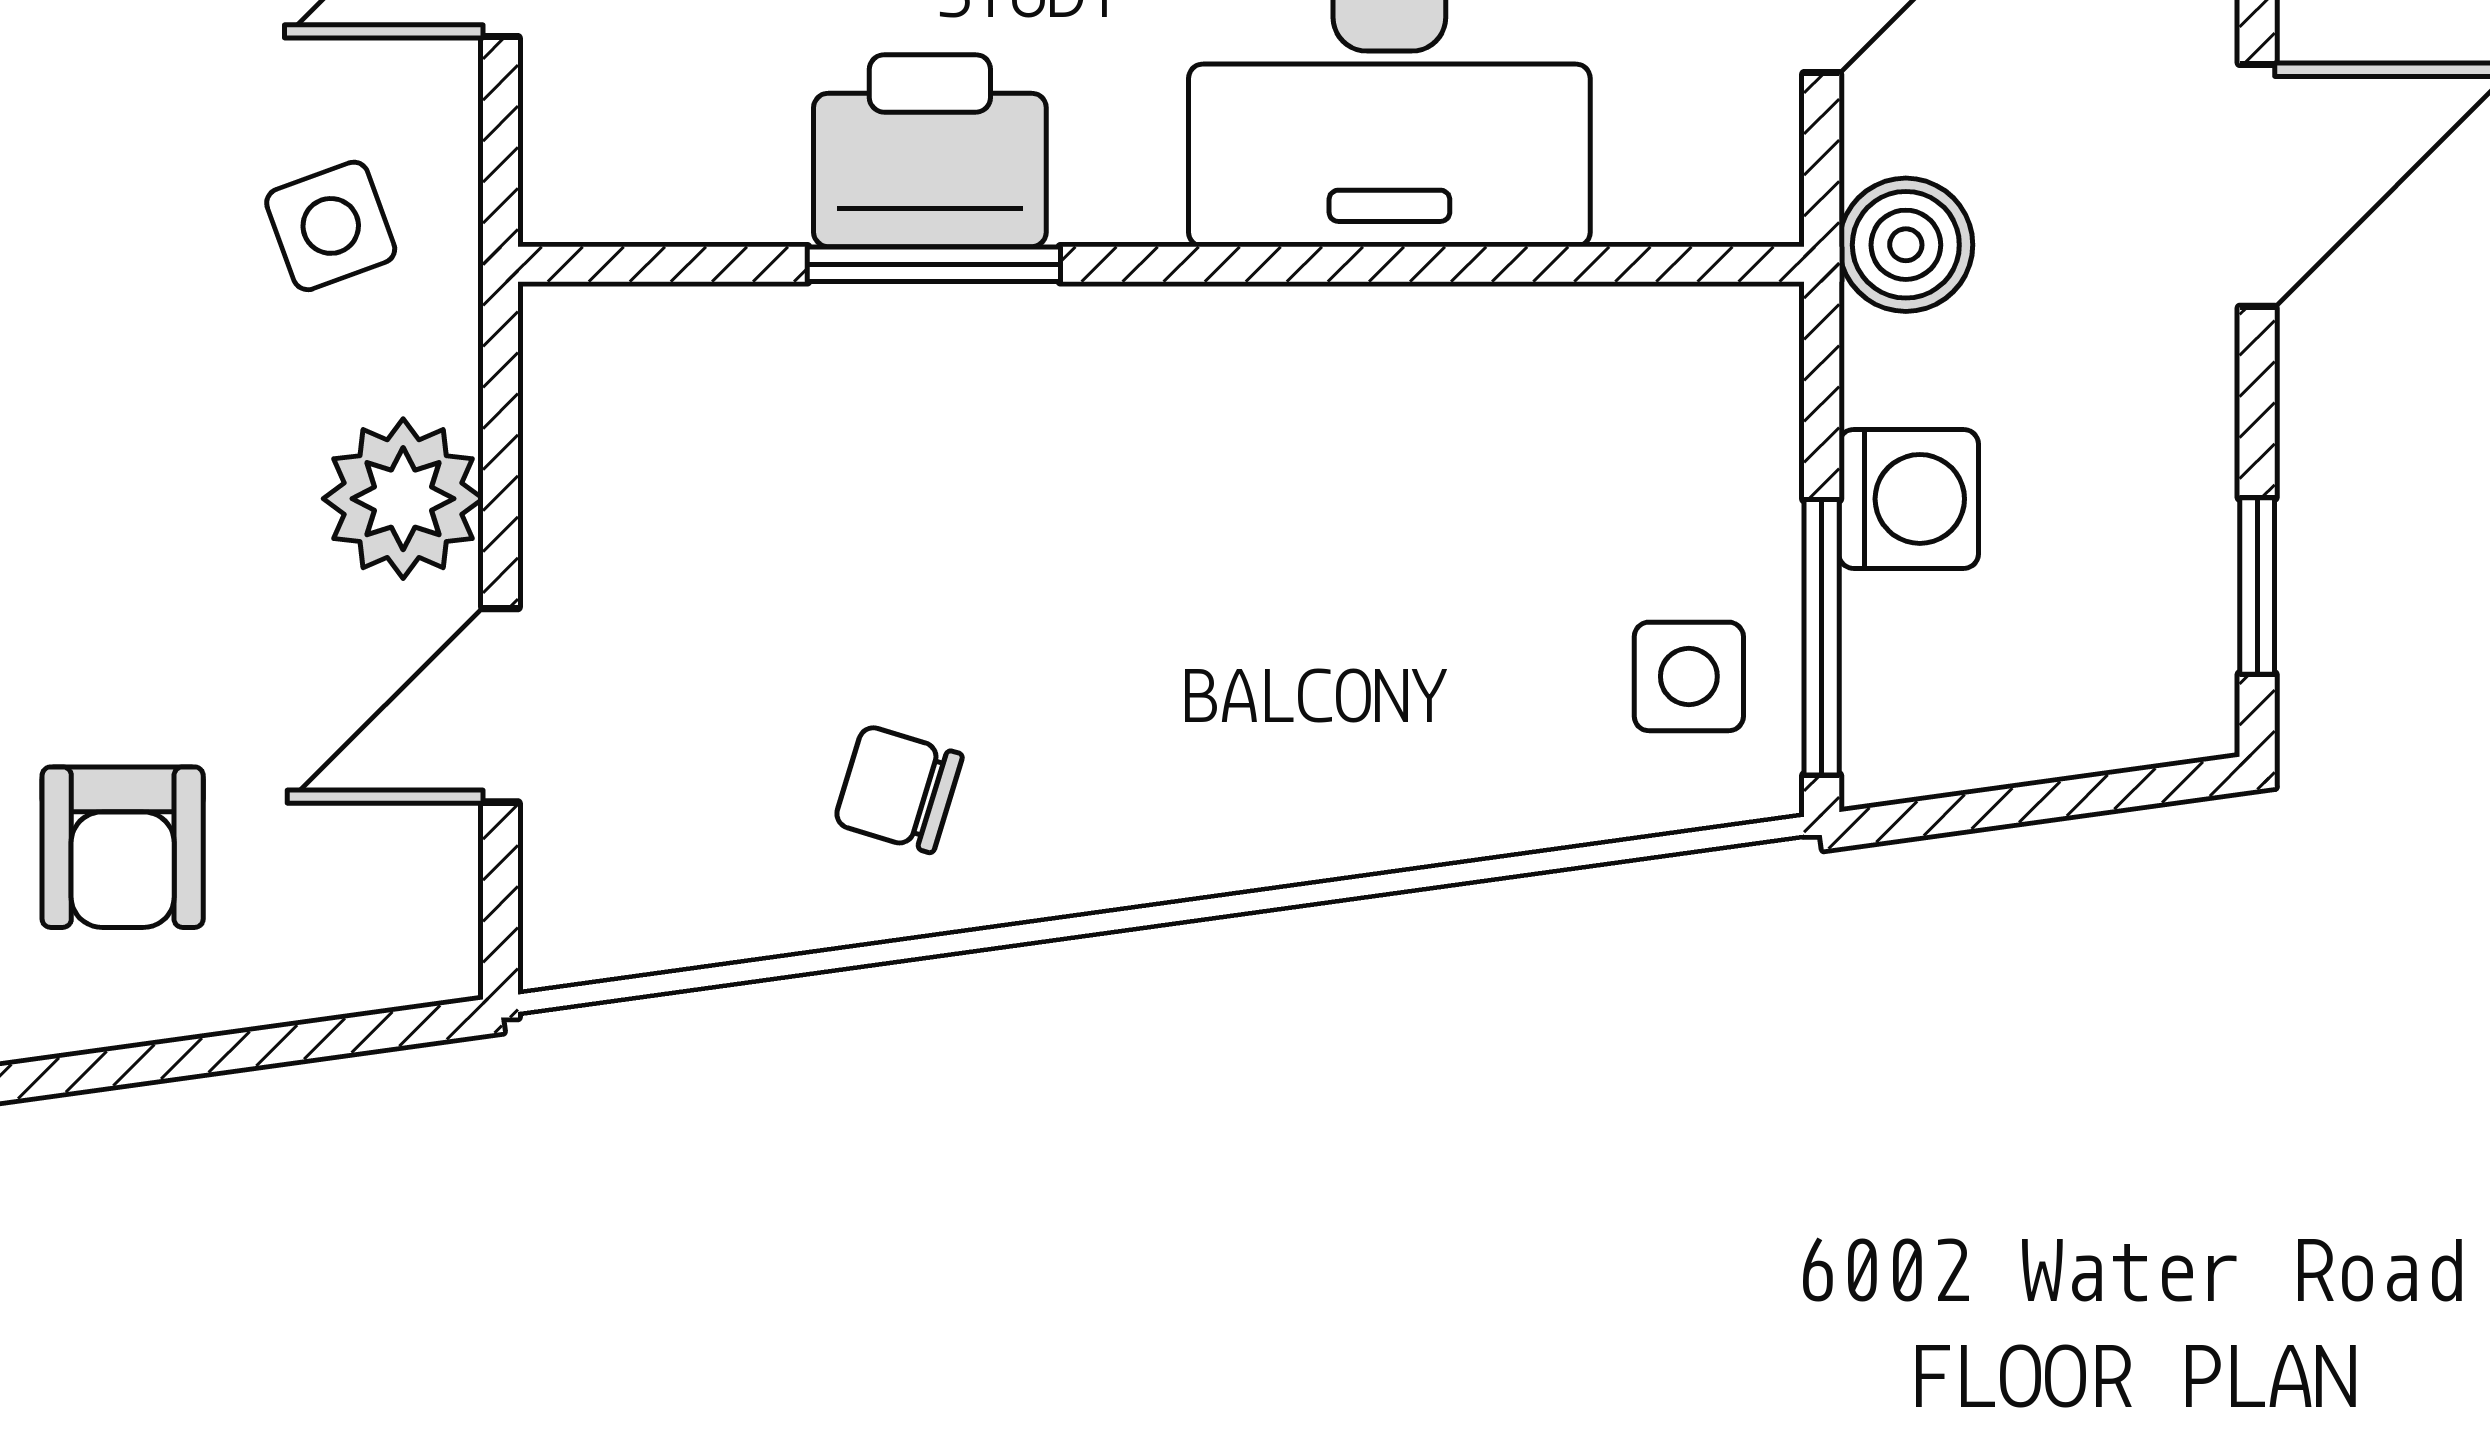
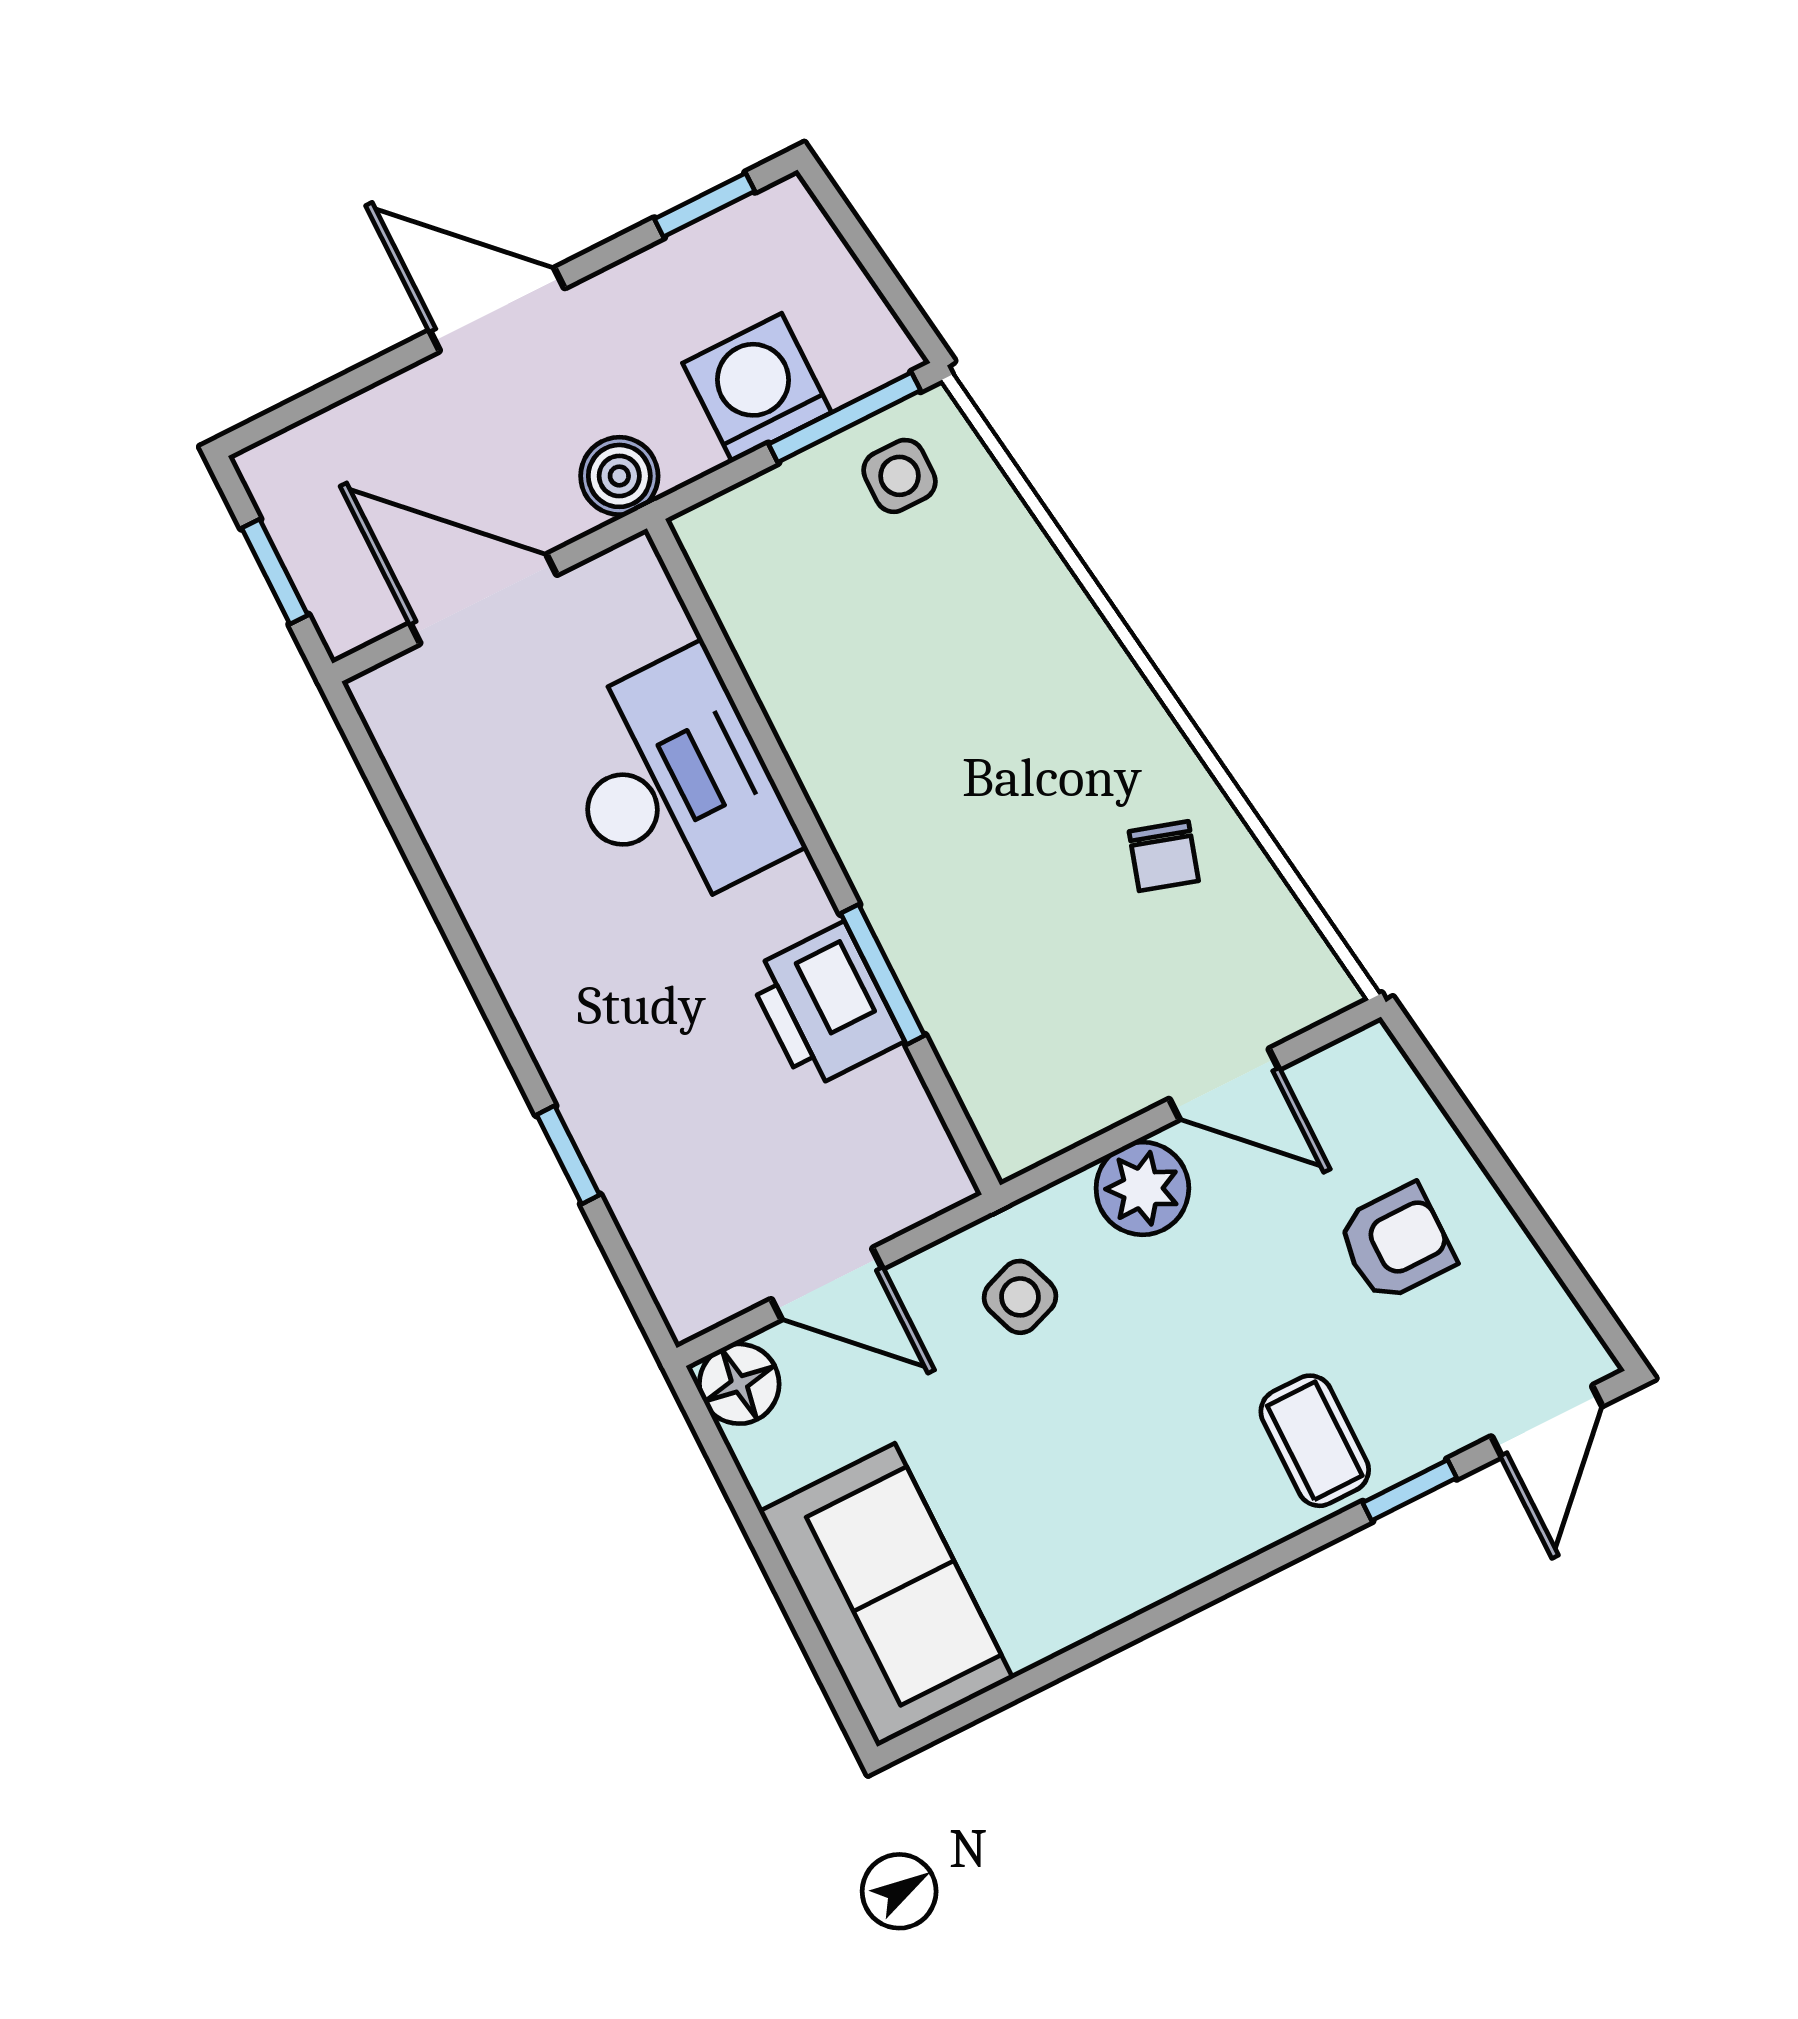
washing machine: (1909, 499) -> (757, 388), width x1.38, depth x1.38

